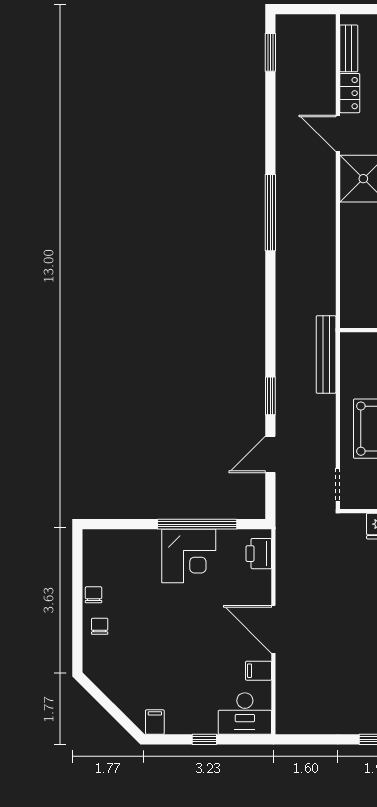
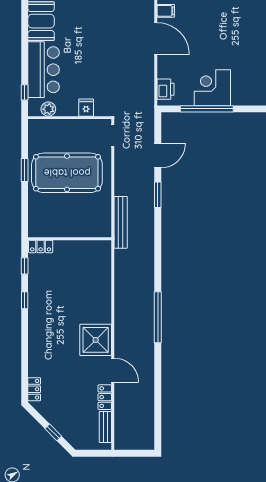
window: (270, 52) -> (158, 424), removed

